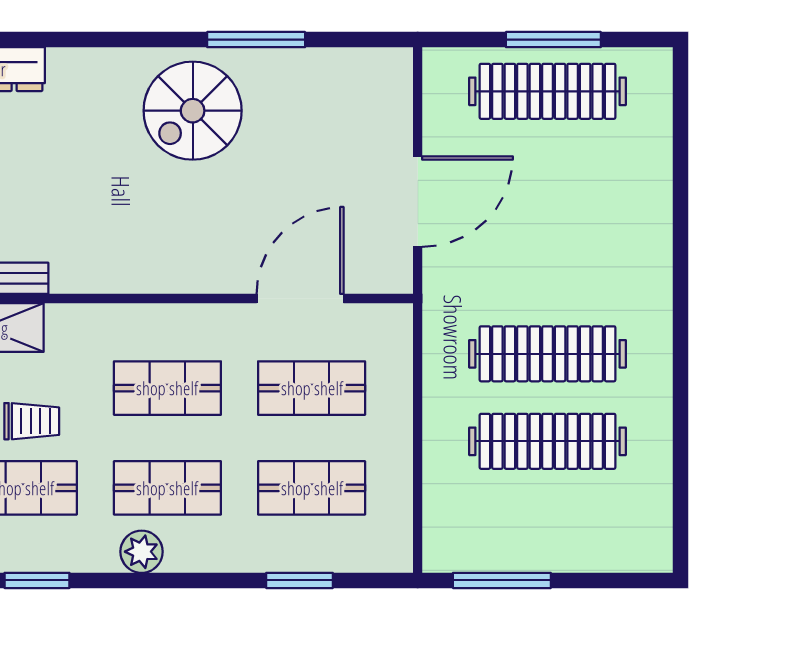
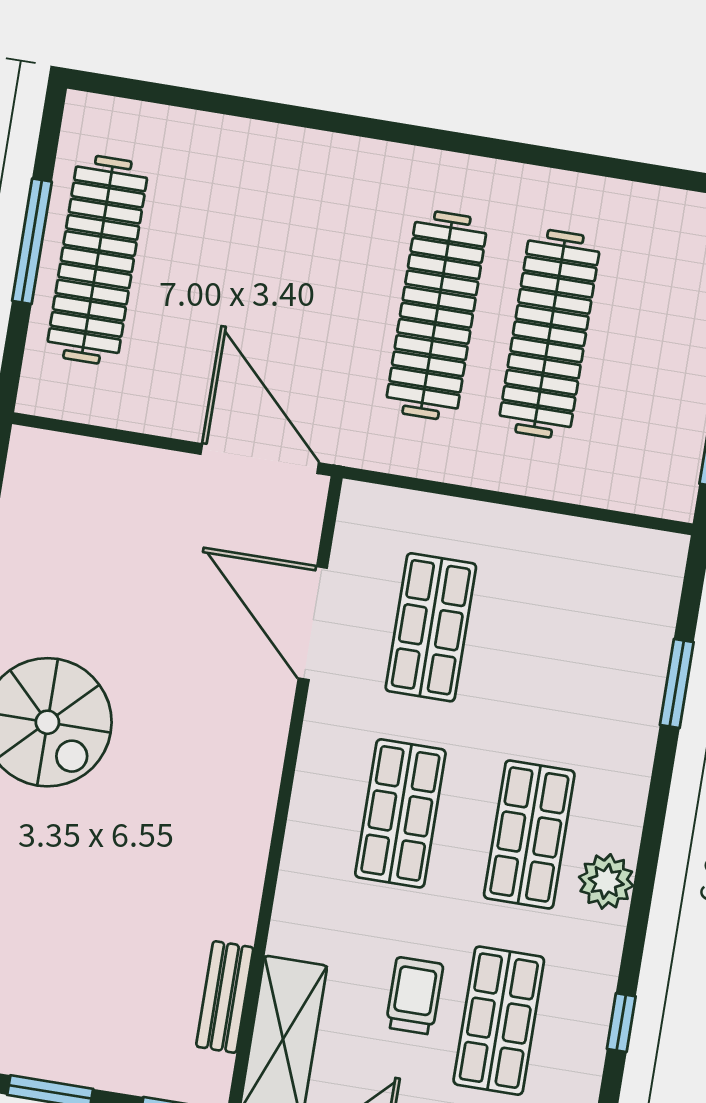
door: (418, 202) -> (260, 459), moved
shop shelf: (312, 488) -> (560, 648), removed
window: (37, 580) -> (621, 1023), width x0.67

